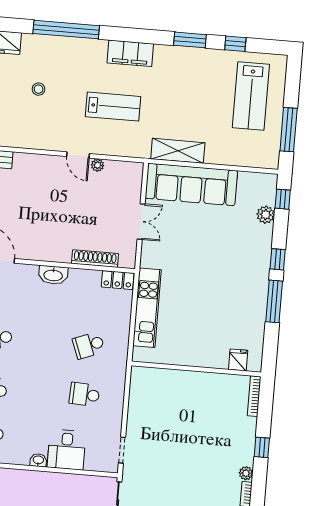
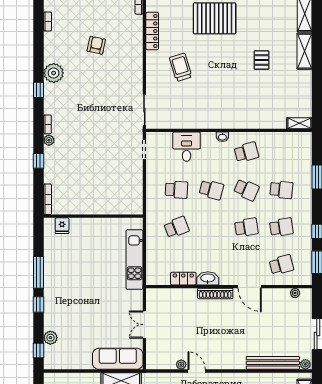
sofa: (191, 184) -> (118, 359), width x0.74, depth x0.79
shoe rack: (95, 259) -> (215, 293), moved
locker: (118, 280) -> (183, 279), moved
school desk: (39, 391) -> (211, 190), added
washbasin: (38, 460) -> (222, 137), moved

